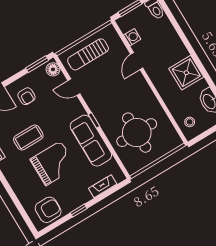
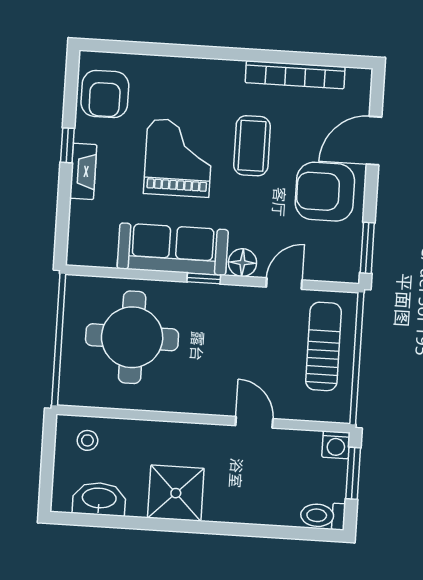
washing machine: (132, 37) -> (336, 445), moved
floor lamp: (53, 69) -> (242, 263), moved
armchair: (27, 96) -> (325, 192), width x1.88, depth x1.88
grand piano: (53, 163) -> (178, 158), turned 180
fireplace: (103, 186) -> (83, 171), moved

